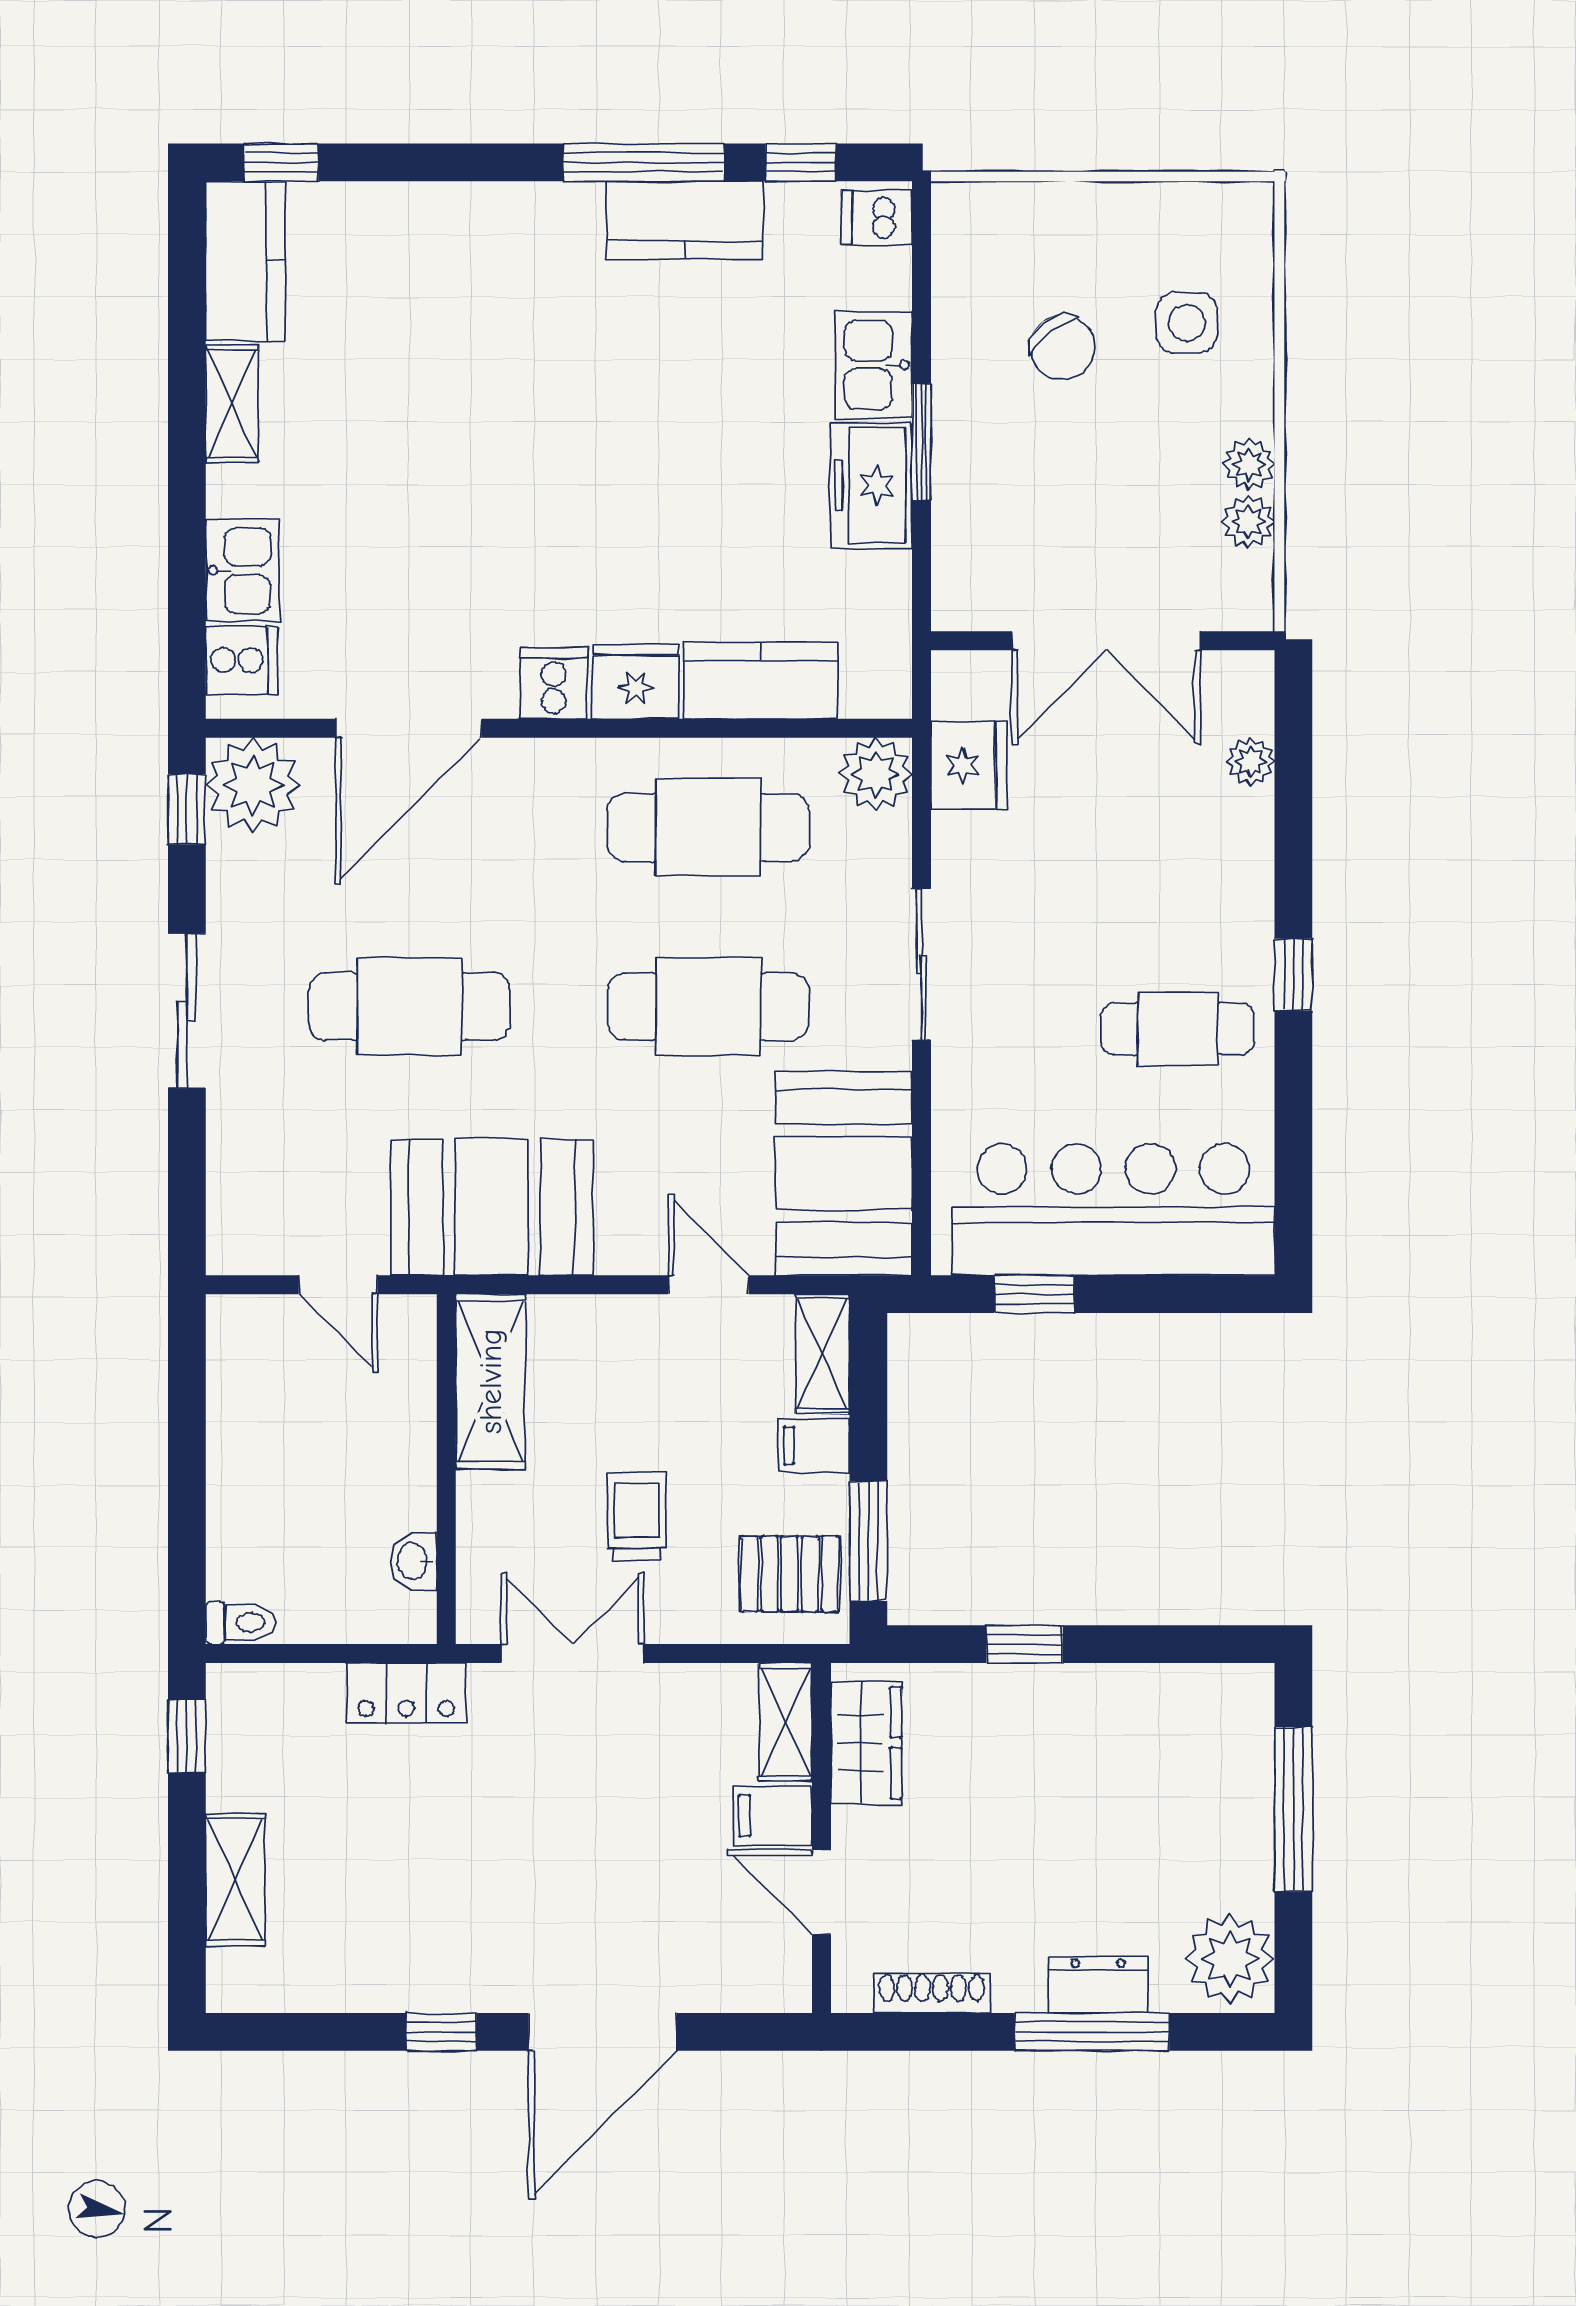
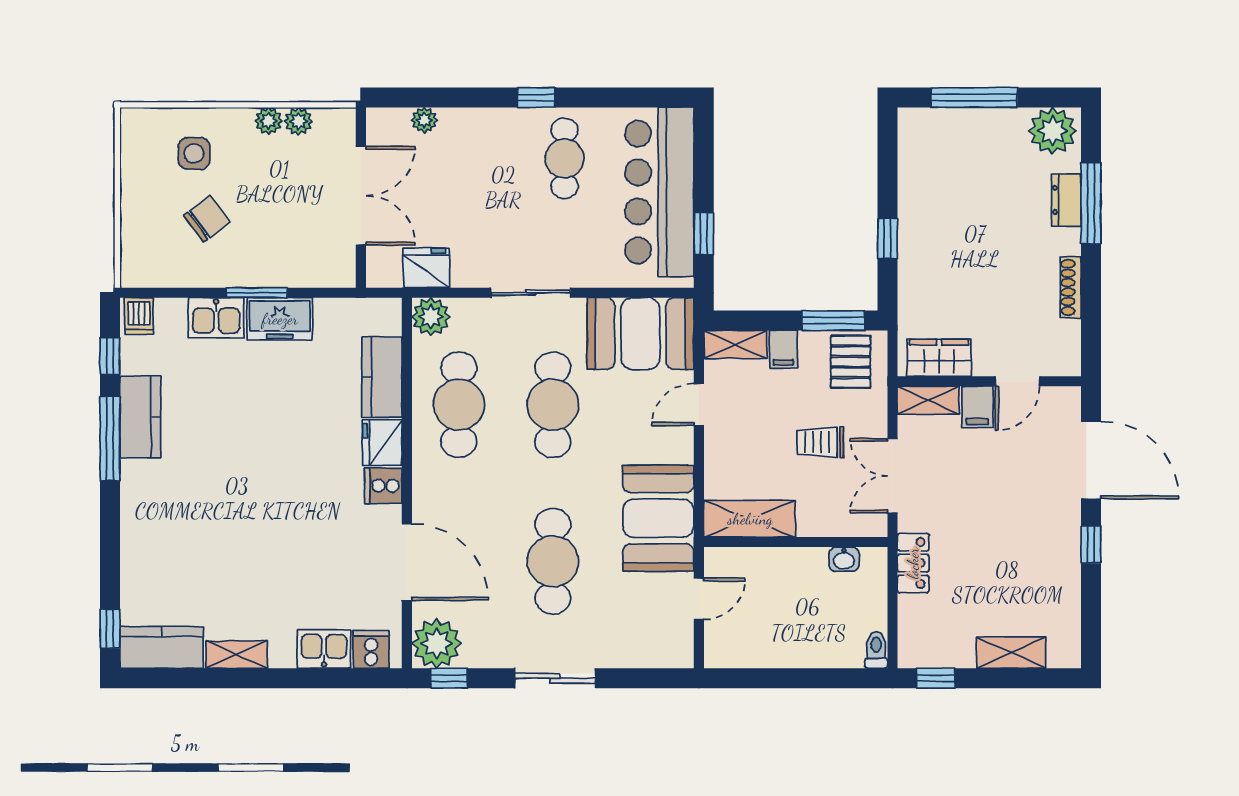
shelving: (786, 1722) -> (928, 400), moved
wardrobe: (866, 1743) -> (939, 358), moved
filing cabinet: (772, 1816) -> (977, 407), moved
wall: (821, 1838) -> (989, 381), moved
door: (821, 1892) -> (1018, 381), moved

